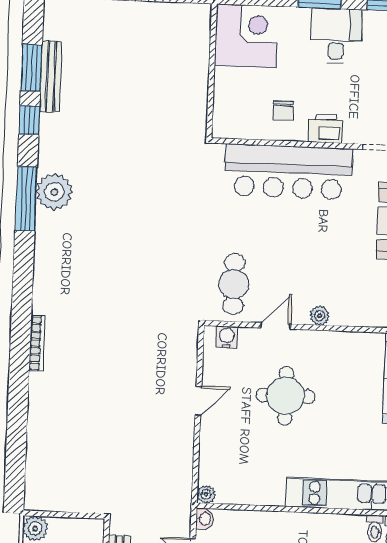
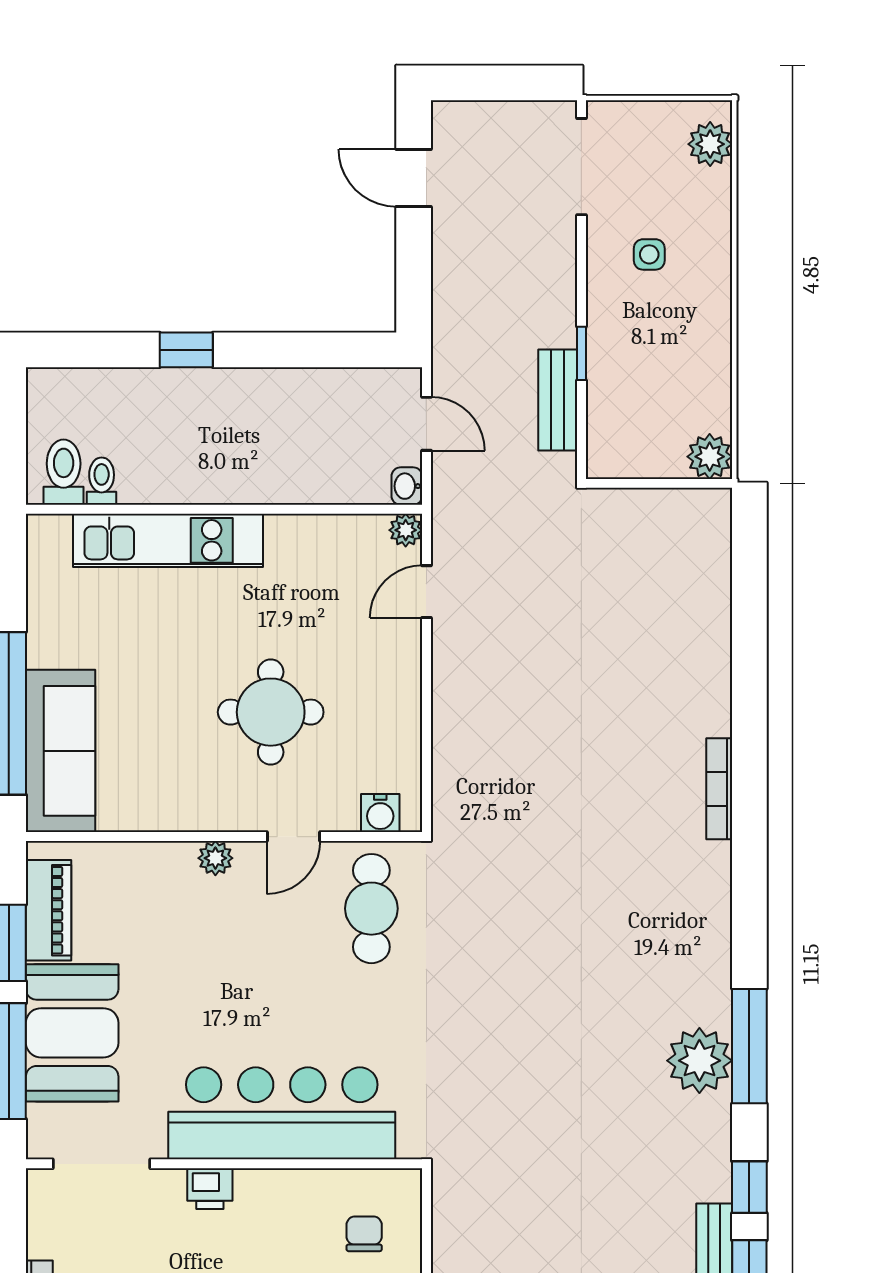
chair: (283, 111) -> (364, 1234), moved
printer: (326, 129) -> (210, 1189), width x0.73, depth x0.81
door: (198, 401) -> (426, 592), moved

